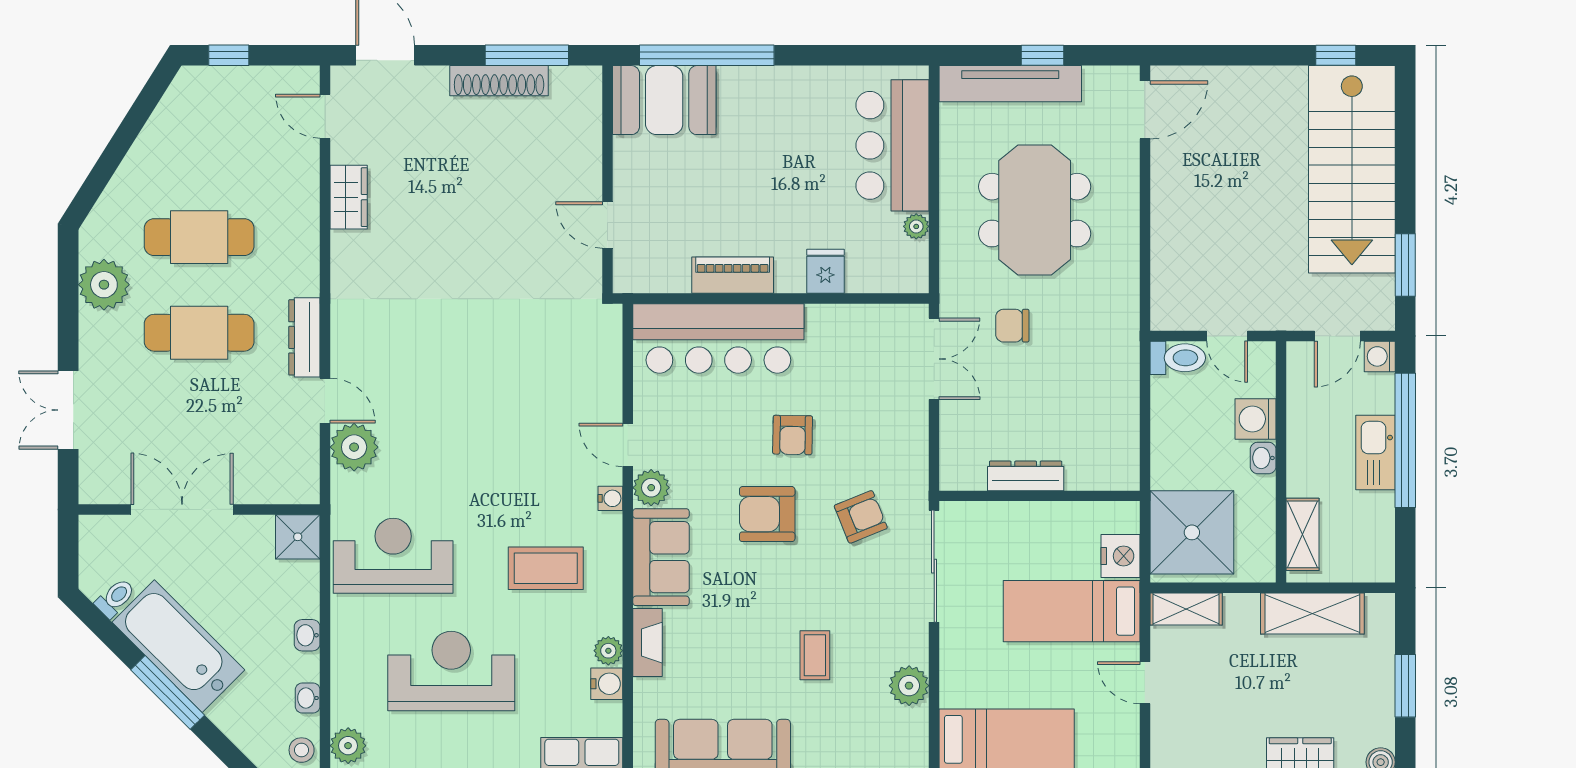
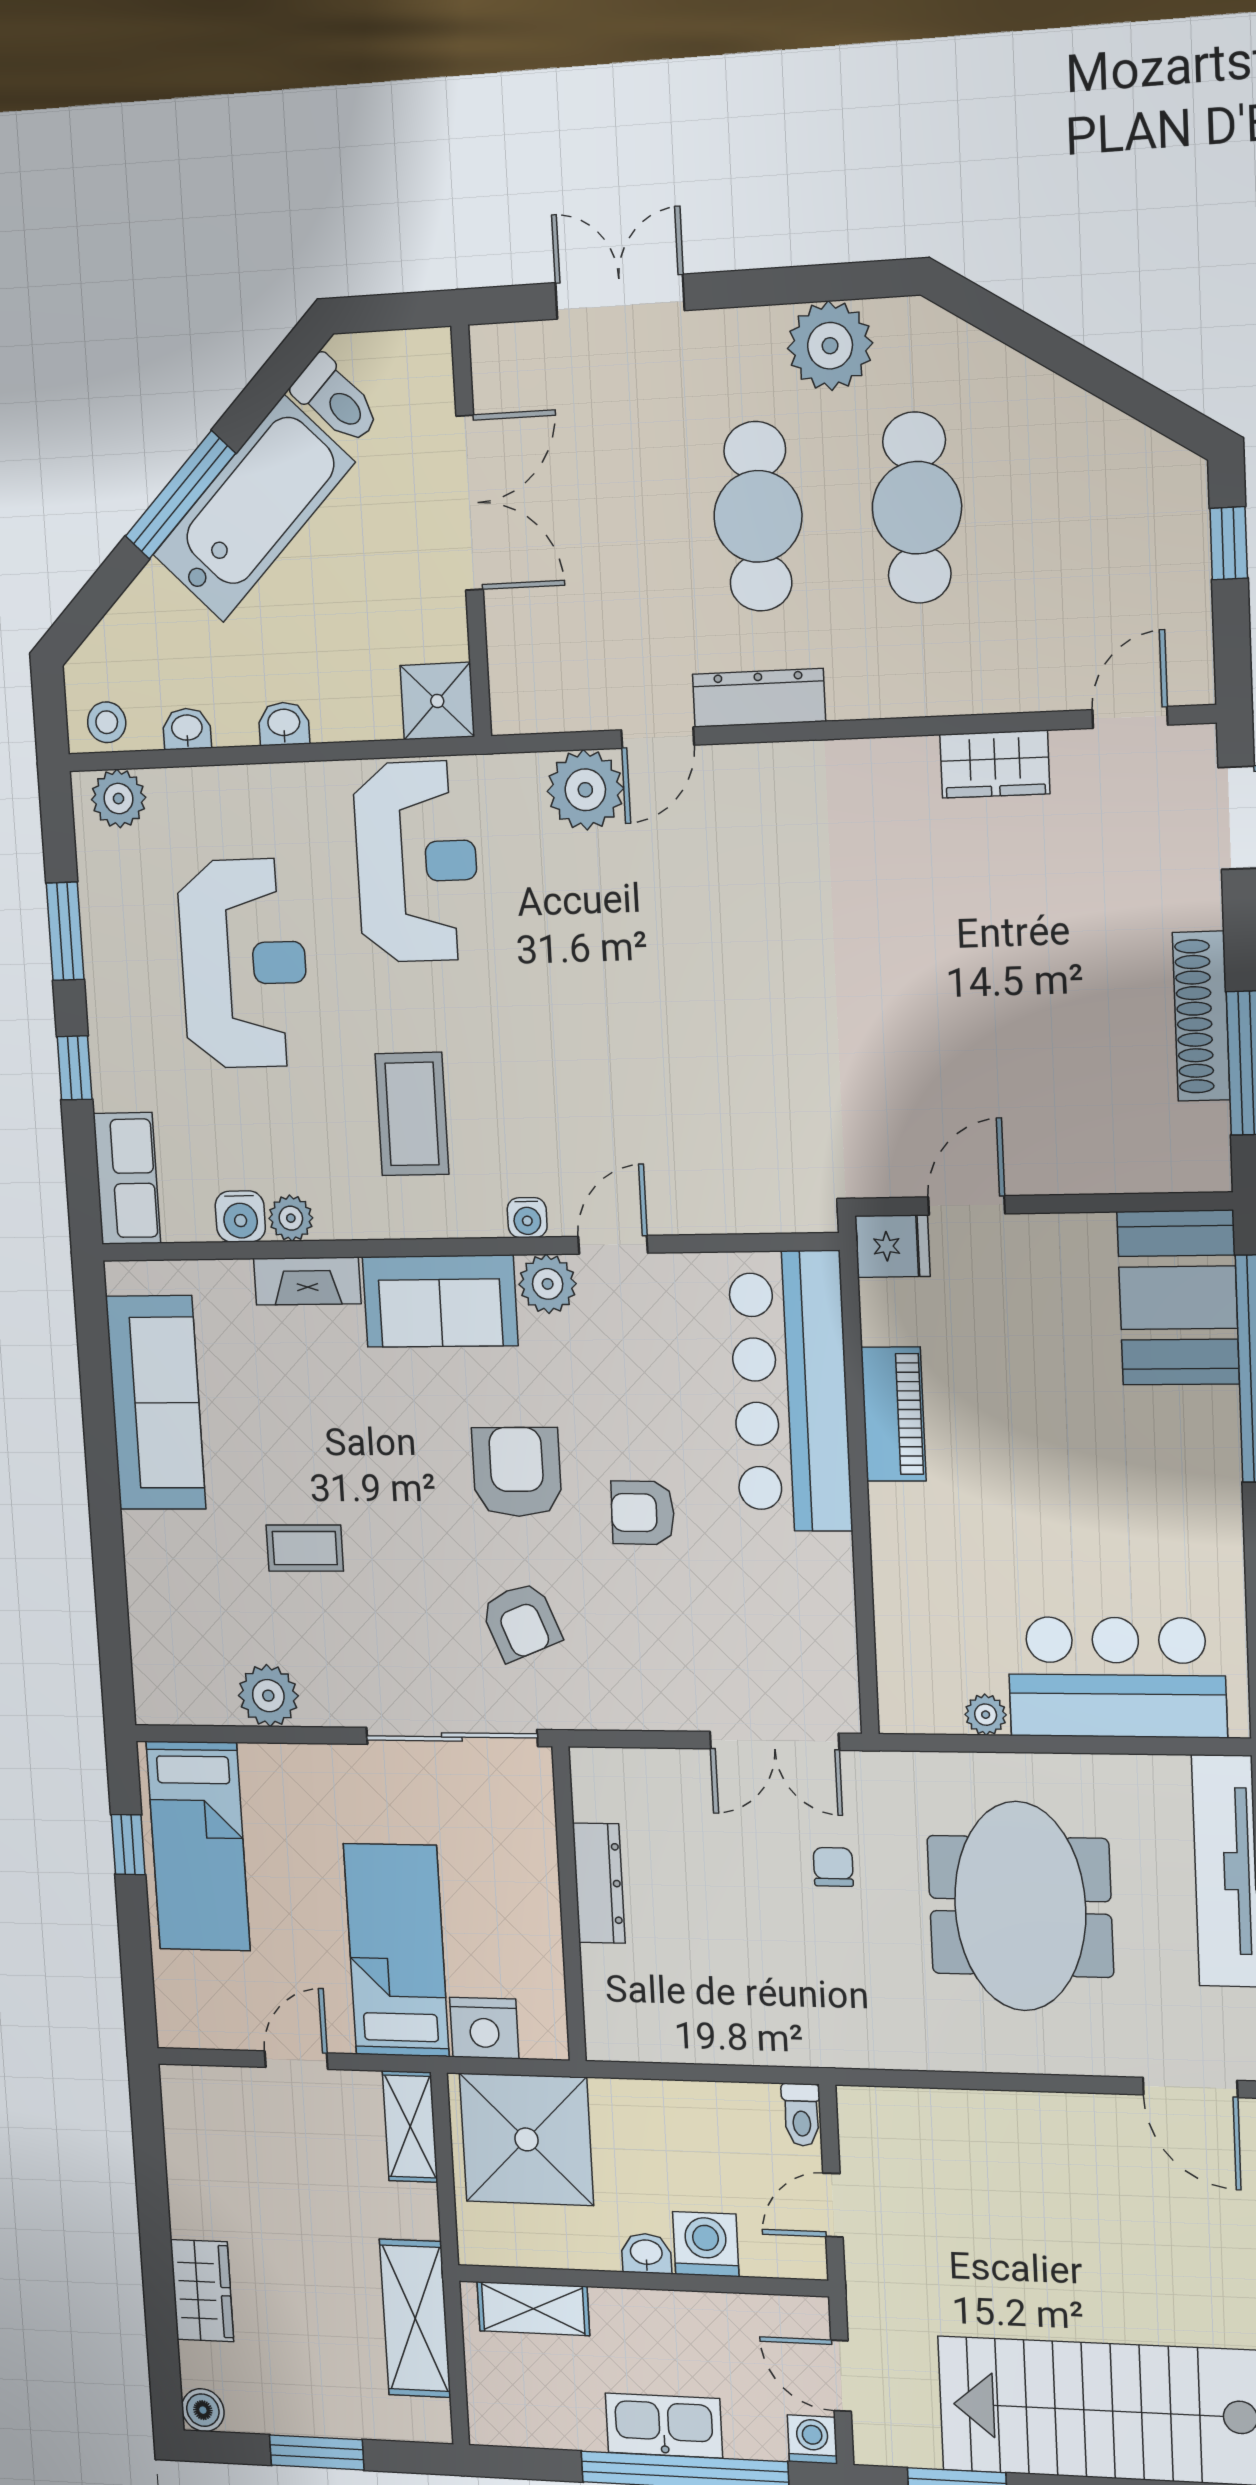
meeting table: (1035, 210) -> (1020, 1906), turned 90
fridge: (825, 271) -> (892, 1246), moved
chair: (1012, 326) -> (833, 1867), width x0.73, depth x0.73
toilet: (1178, 358) -> (801, 2115), width x0.73, depth x0.72
toilet: (115, 598) -> (336, 400), width x1.37, depth x1.39

